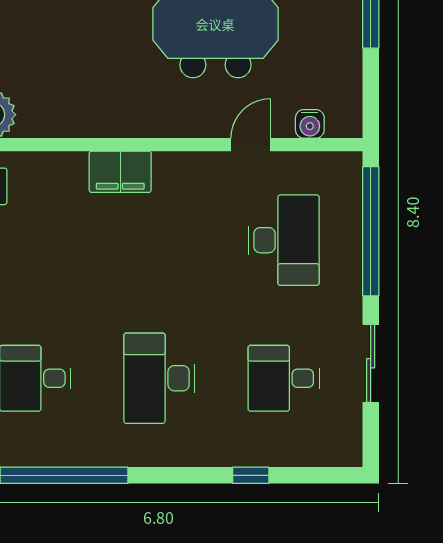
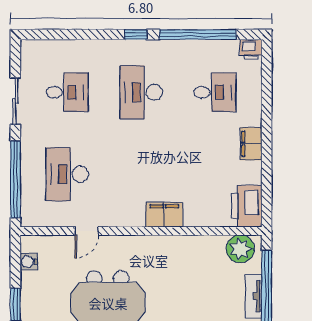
water cooler: (310, 124) -> (29, 262), moved, turned -90
desk: (159, 378) -> (141, 92), turned 180
window: (251, 475) -> (136, 35), moved

